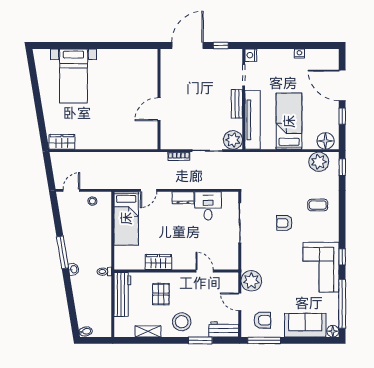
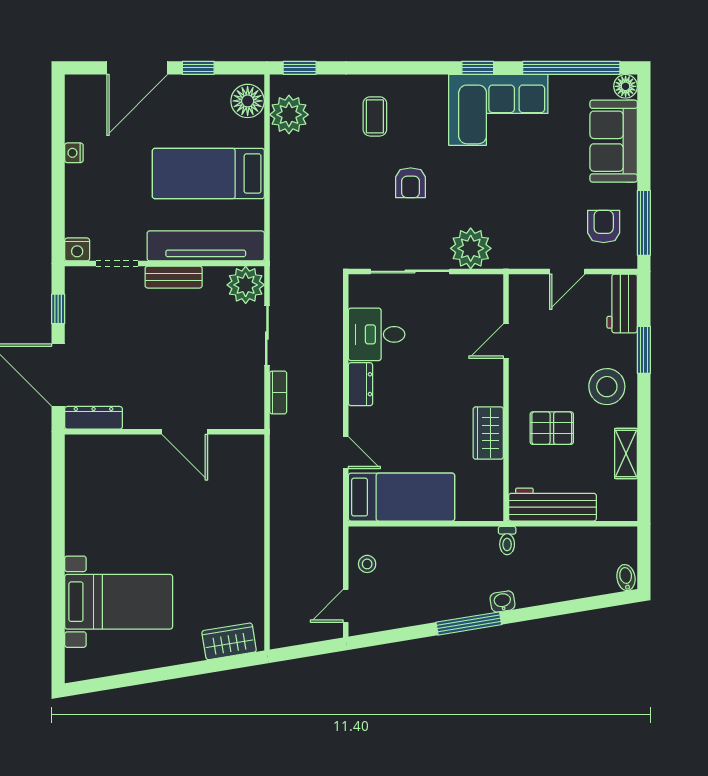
dresser: (166, 63) -> (94, 418), added
wardrobe: (62, 142) -> (229, 641), moved, turned 81
door: (71, 190) -> (346, 606), hinge flipped
plant: (251, 281) -> (471, 248), moved

